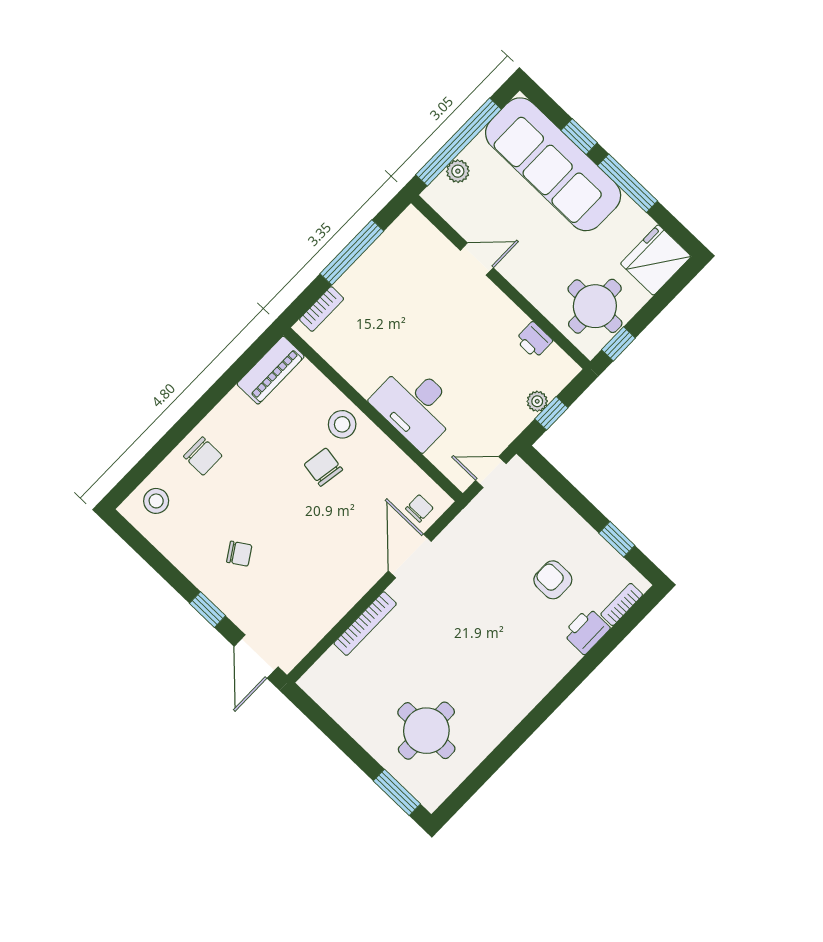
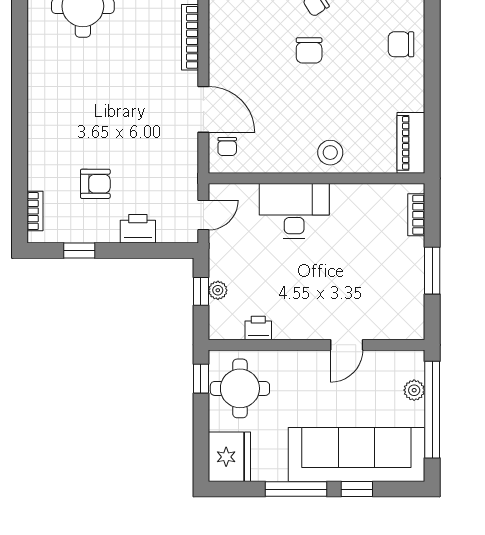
window: (352, 252) -> (432, 271), width x0.69
chair: (323, 467) -> (309, 50), moved, turned 81
printer: (586, 631) -> (138, 229), moved, turned -90

